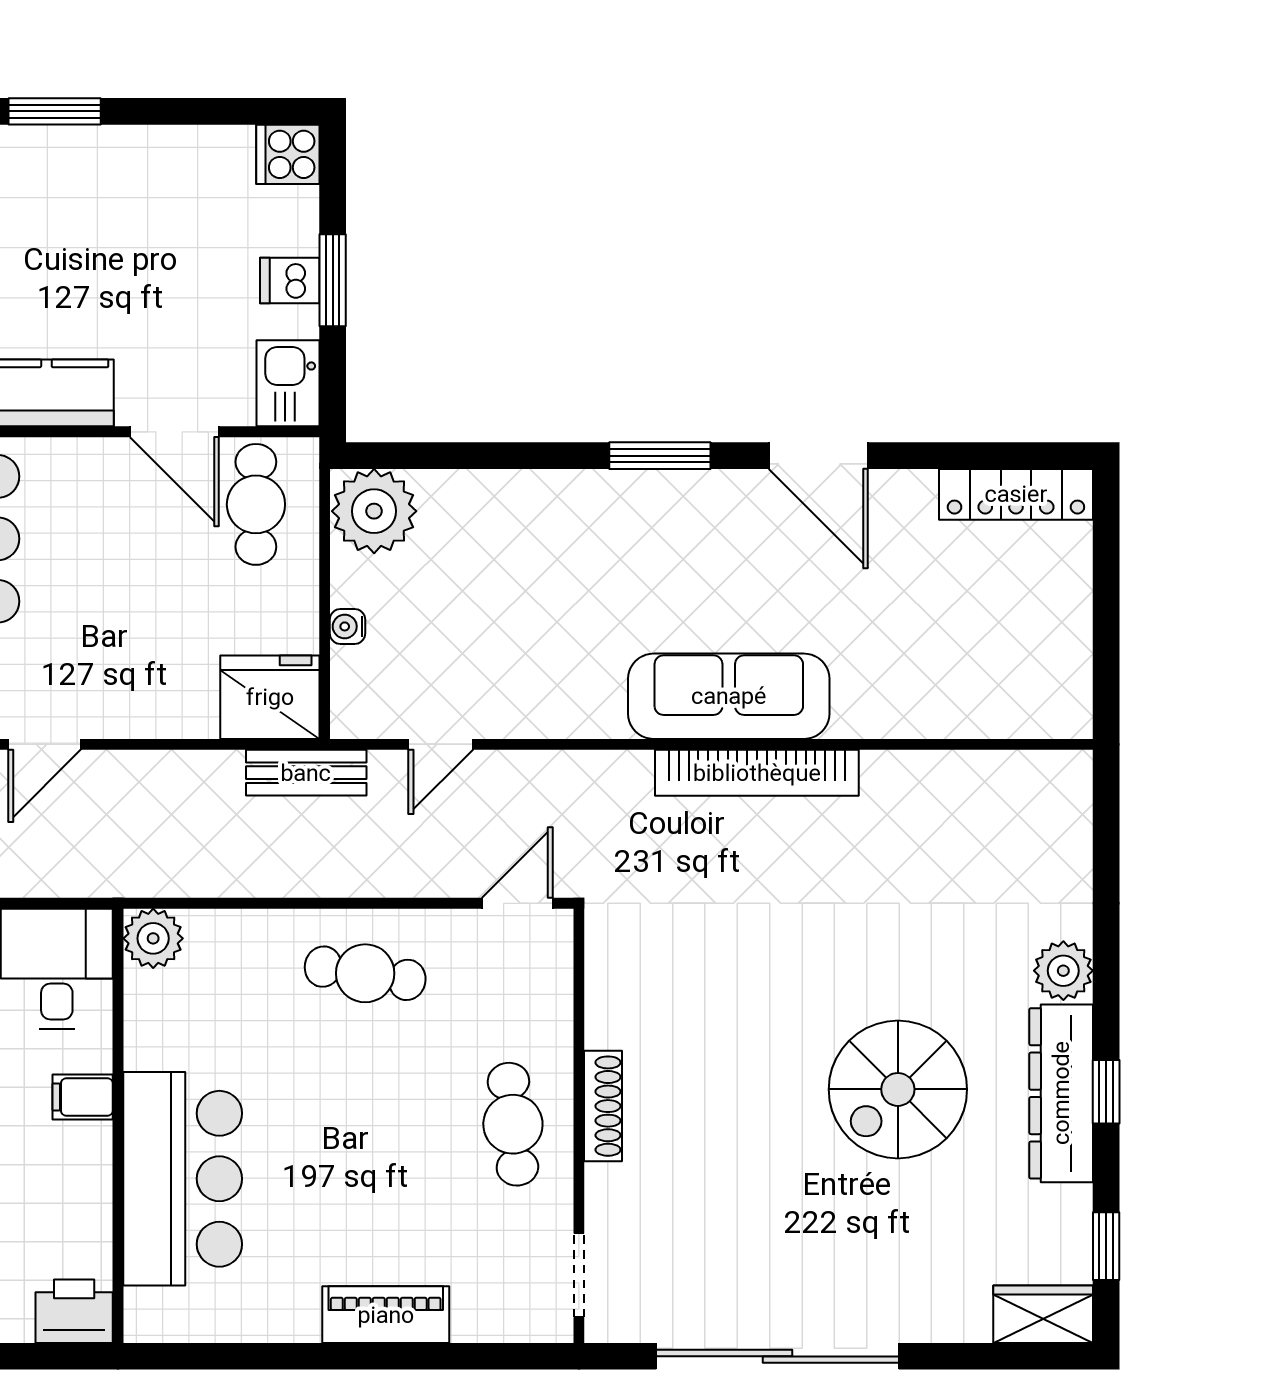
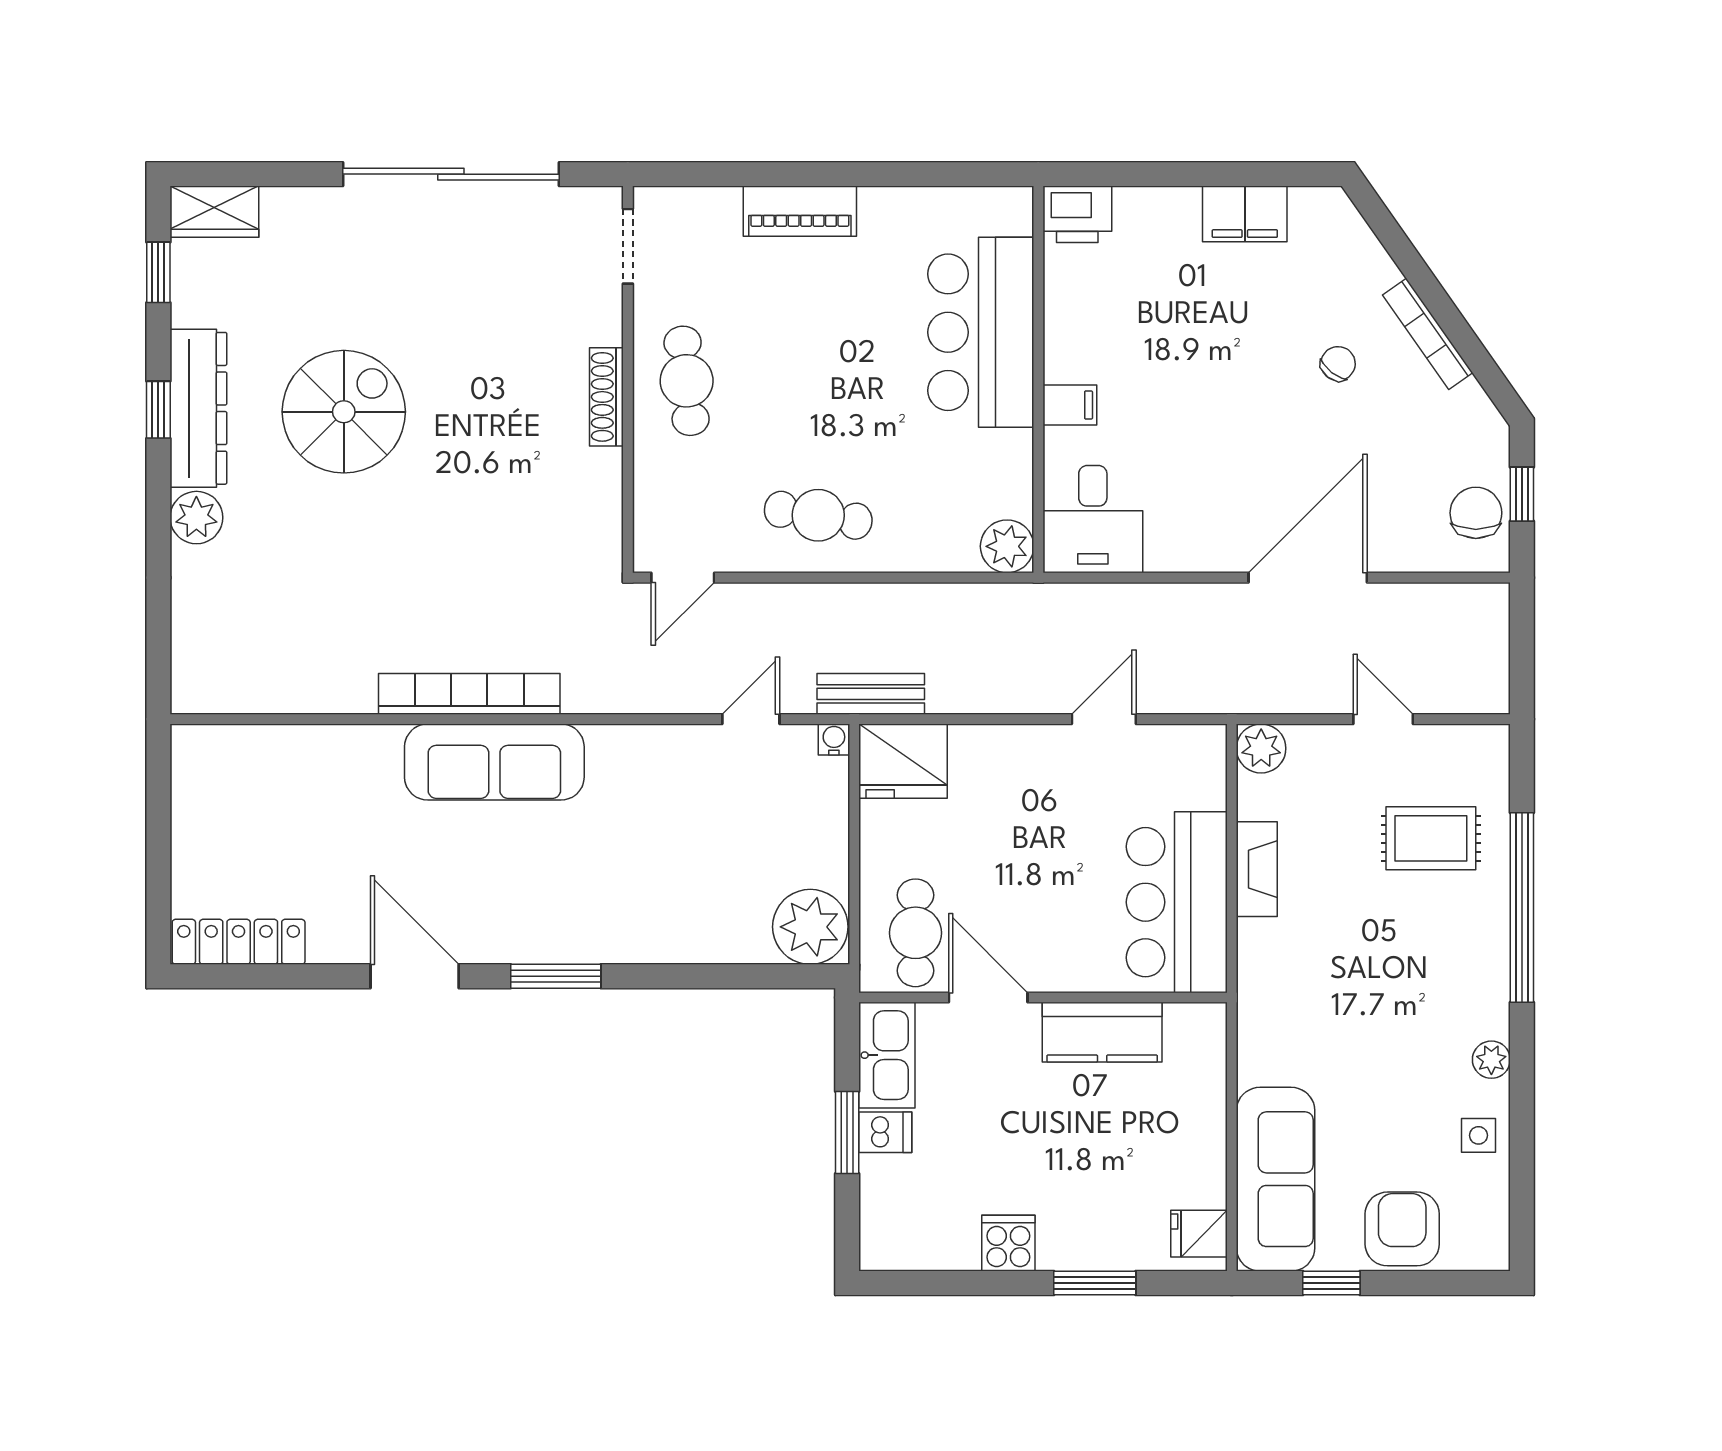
cooker: (288, 154) -> (1008, 1243), moved, turned -90
kitchen sink: (288, 383) -> (887, 1055), width x1.38
water cooler: (348, 626) -> (834, 739), moved, turned -90

